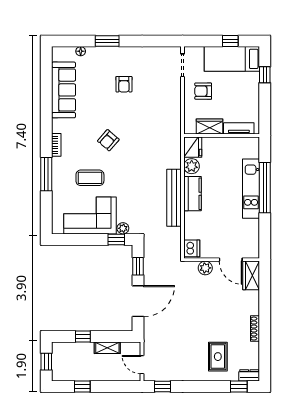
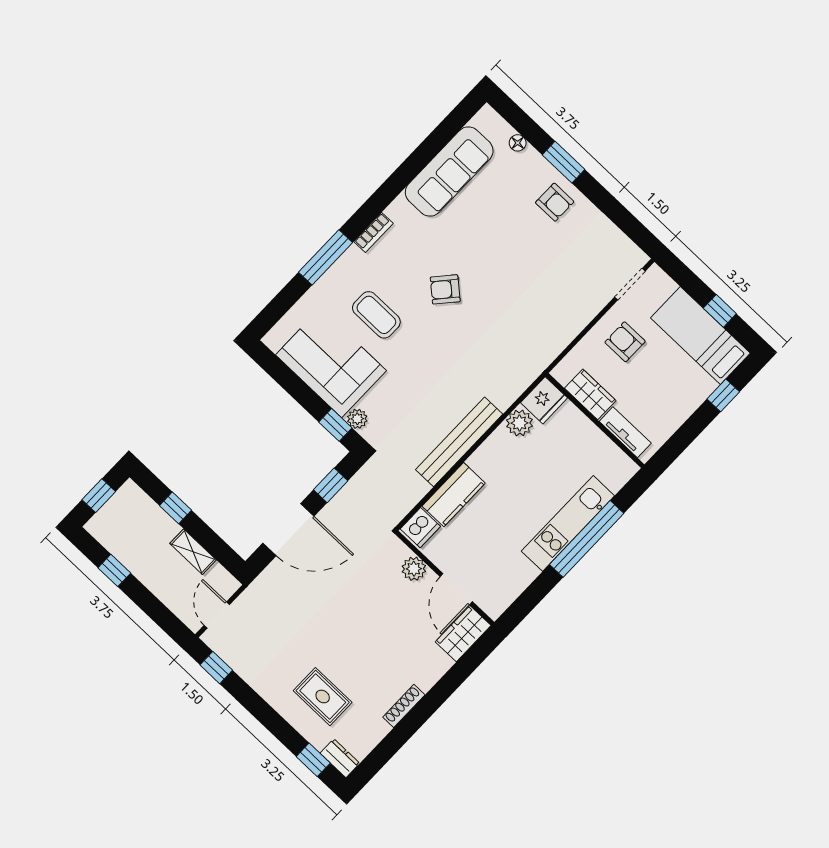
armchair: (124, 84) -> (555, 202), moved, turned -90
kitchen counter: (193, 194) -> (454, 495), moved
rug: (218, 357) -> (323, 697), turned 90

